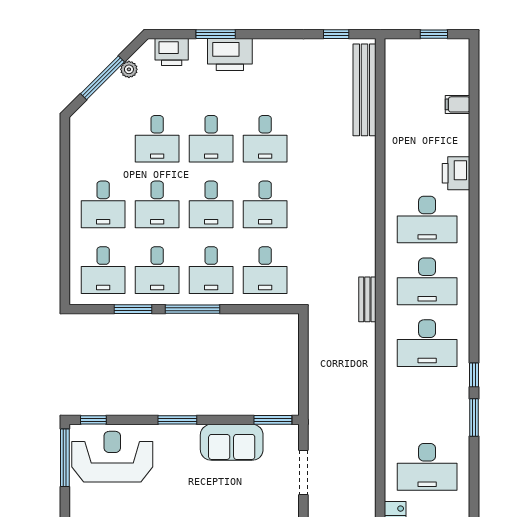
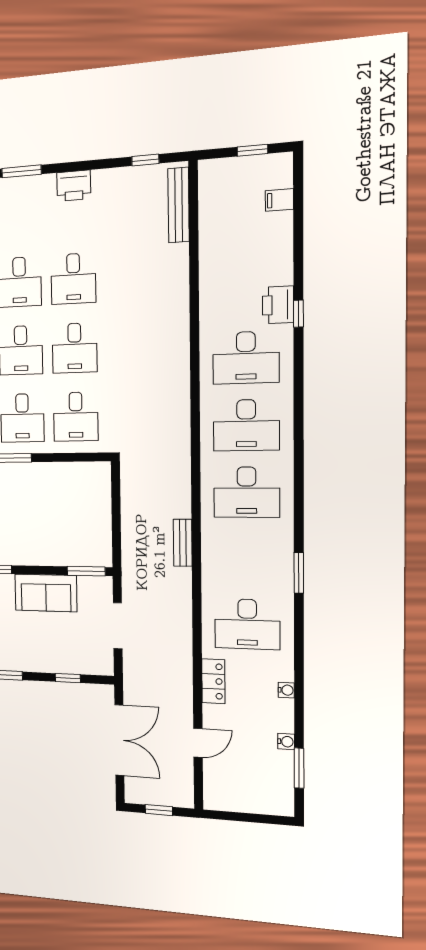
printer: (230, 54) -> (74, 186), moved, width x0.73, depth x0.84
bench: (364, 90) -> (179, 205), width x0.73, depth x0.82
filing cabinet: (458, 104) -> (279, 200), moved
bench: (367, 299) -> (183, 543), moved
window: (474, 375) -> (298, 314), moved

